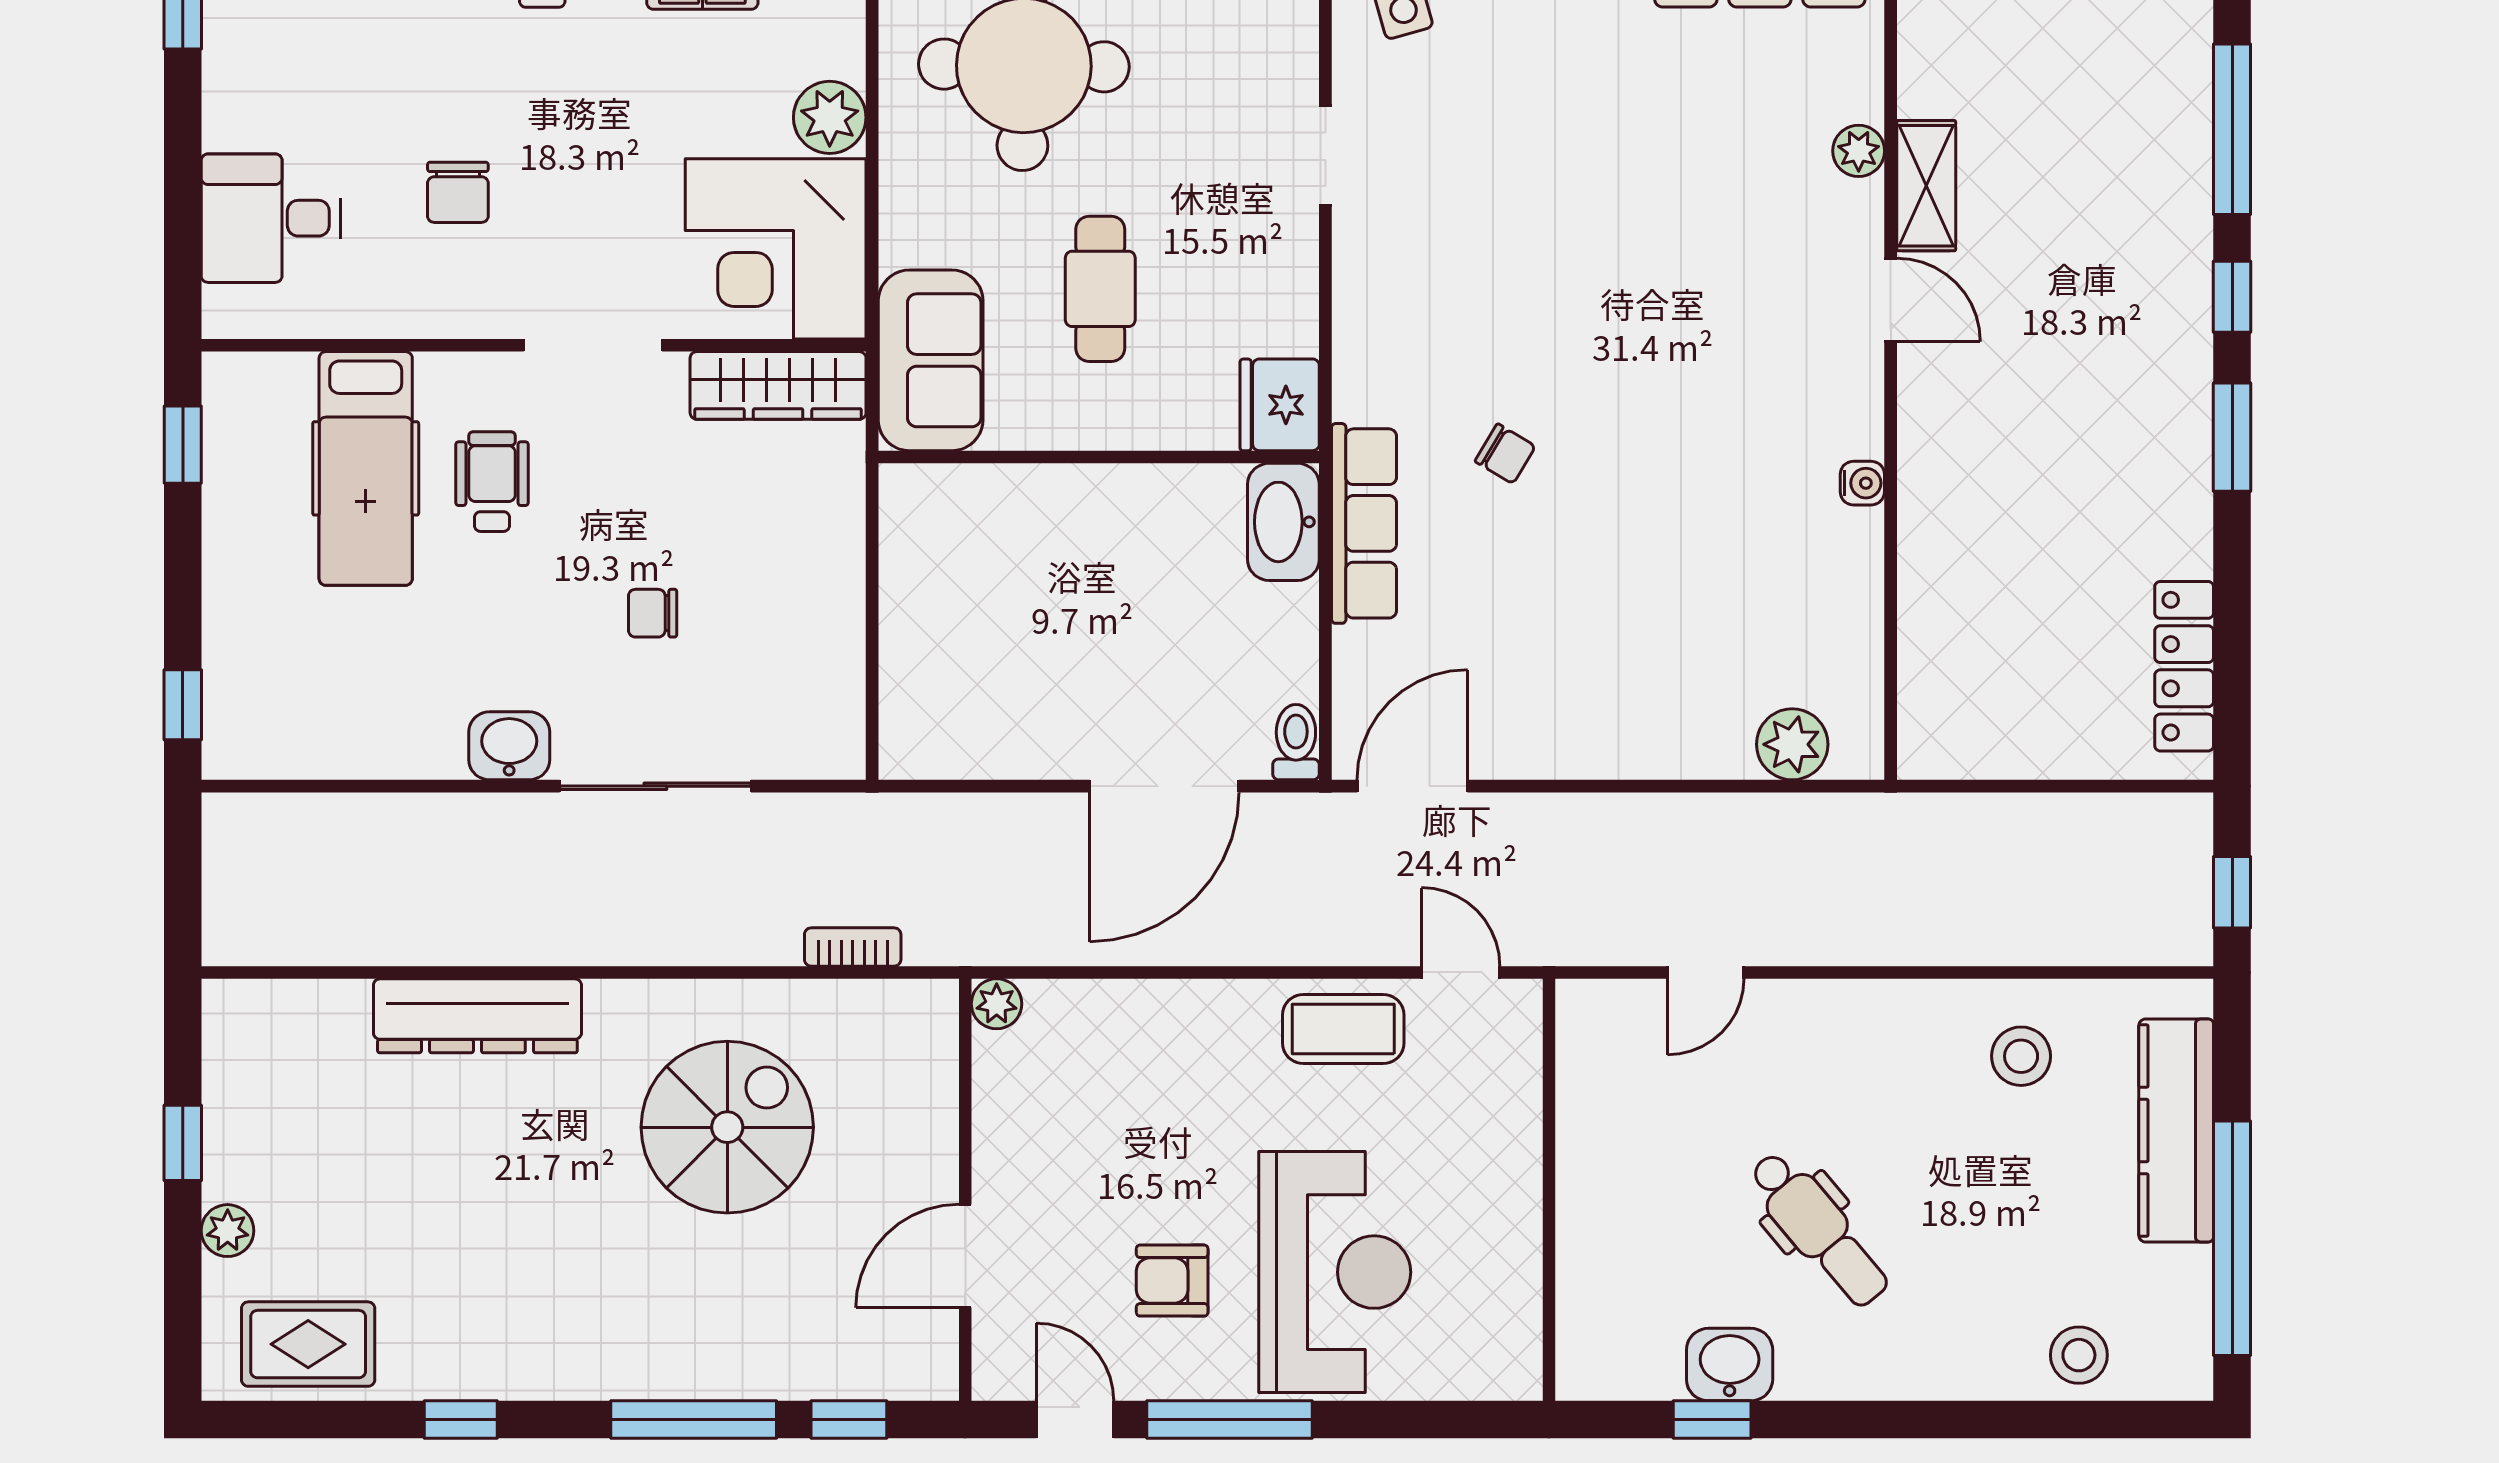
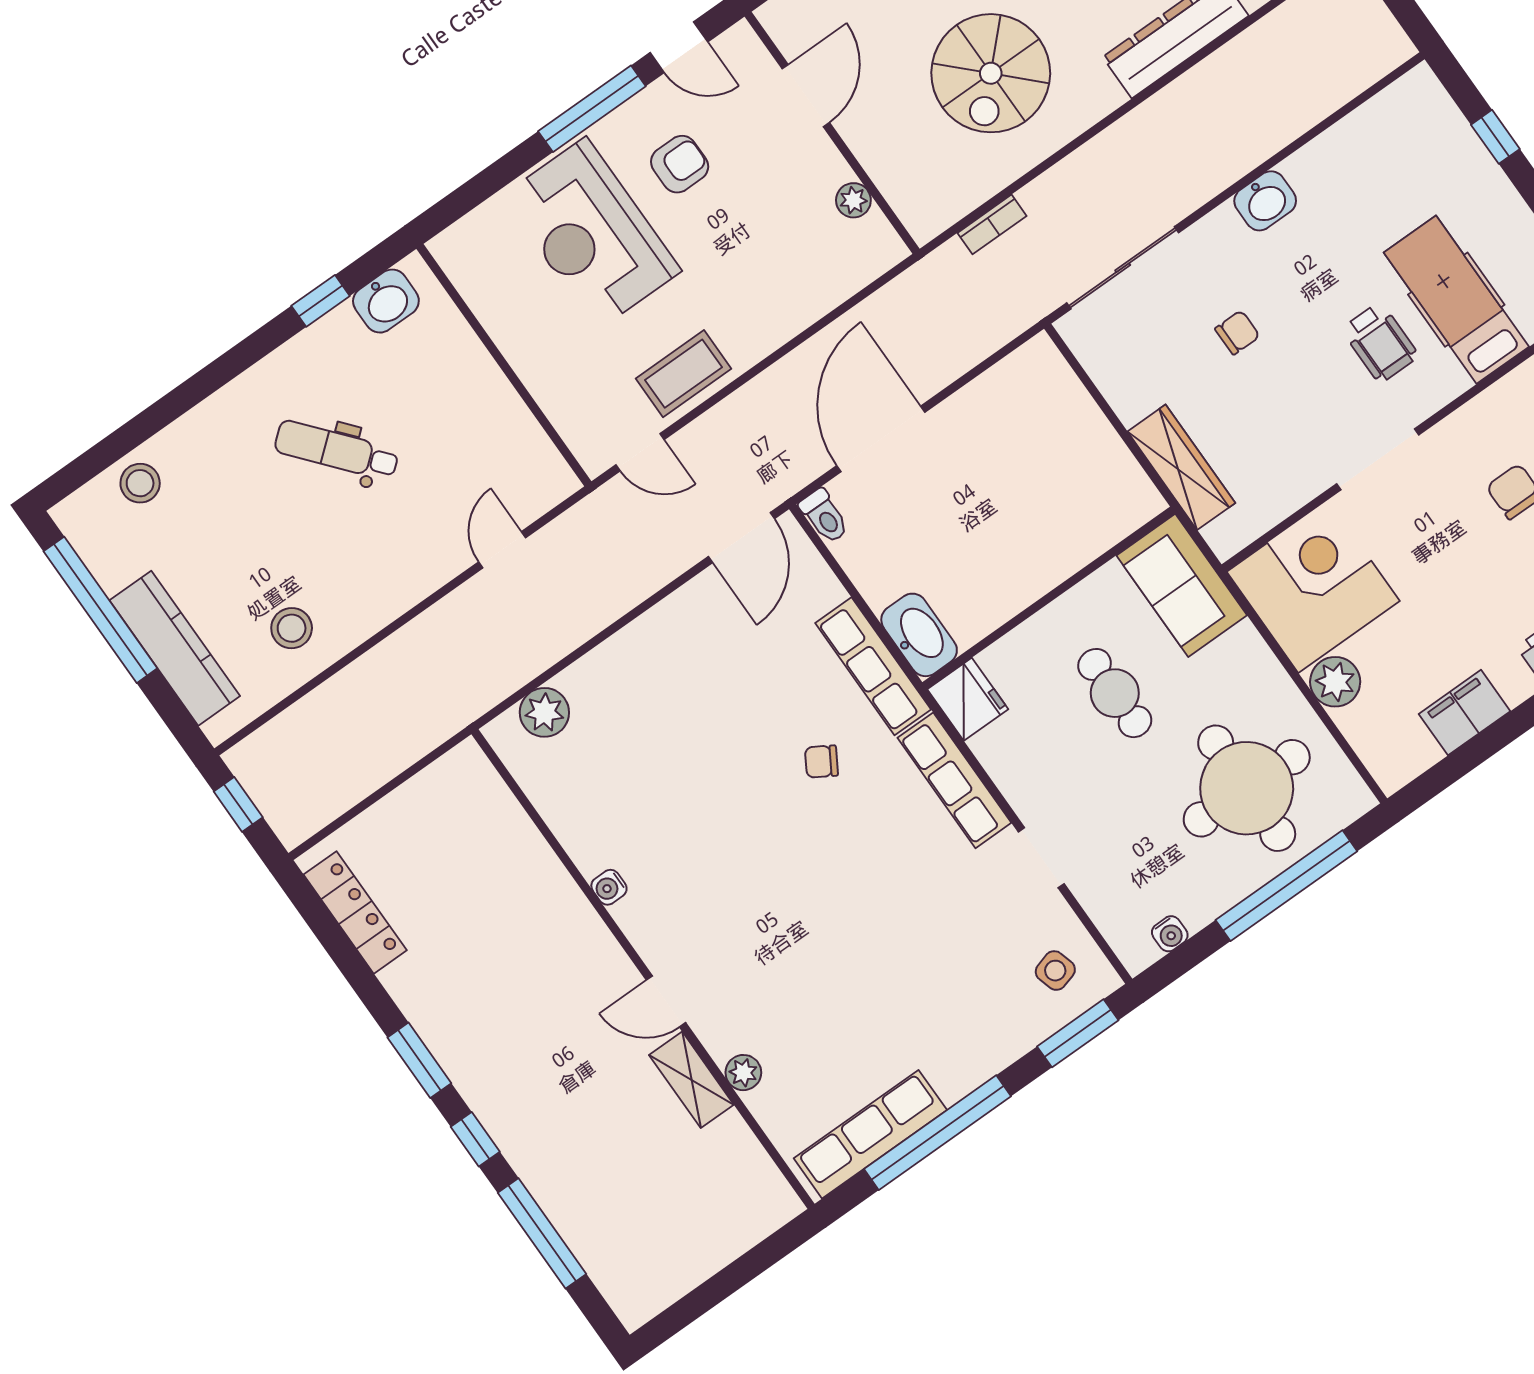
row of seats: (1363, 320) -> (954, 780), added
wardrobe: (778, 385) -> (1181, 467), moved, turned 90
window: (183, 705) -> (1495, 137), moved
sliding door: (655, 786) -> (1123, 268), moved
plant: (997, 1004) -> (853, 200), moved
washbasin: (1730, 1365) -> (386, 301), moved

